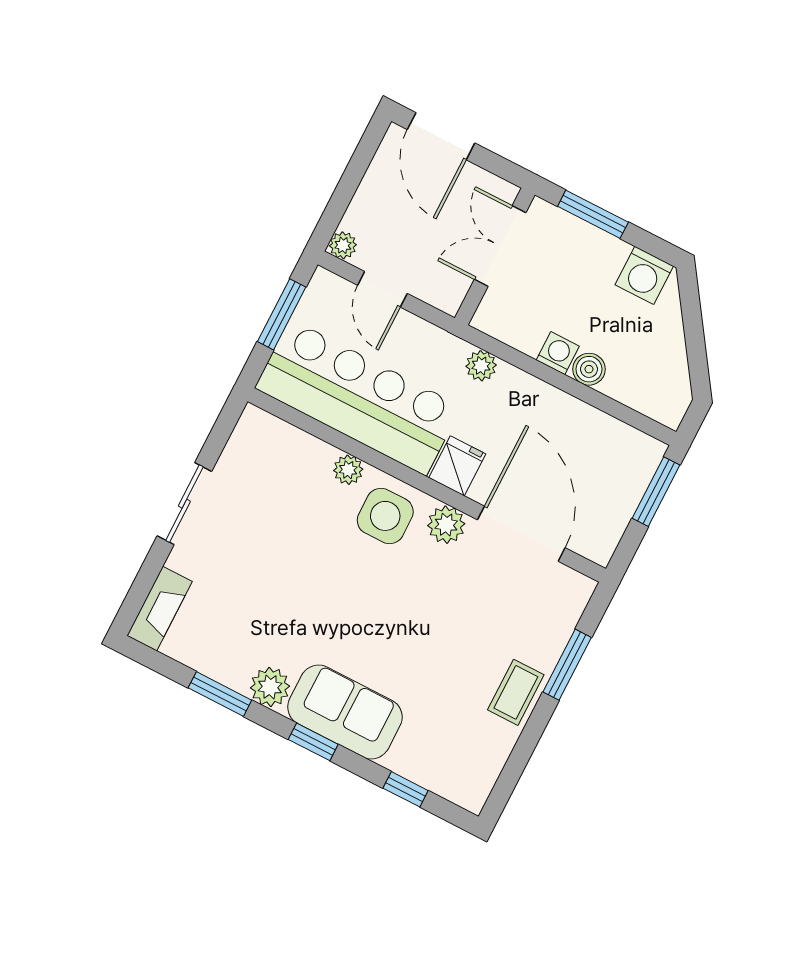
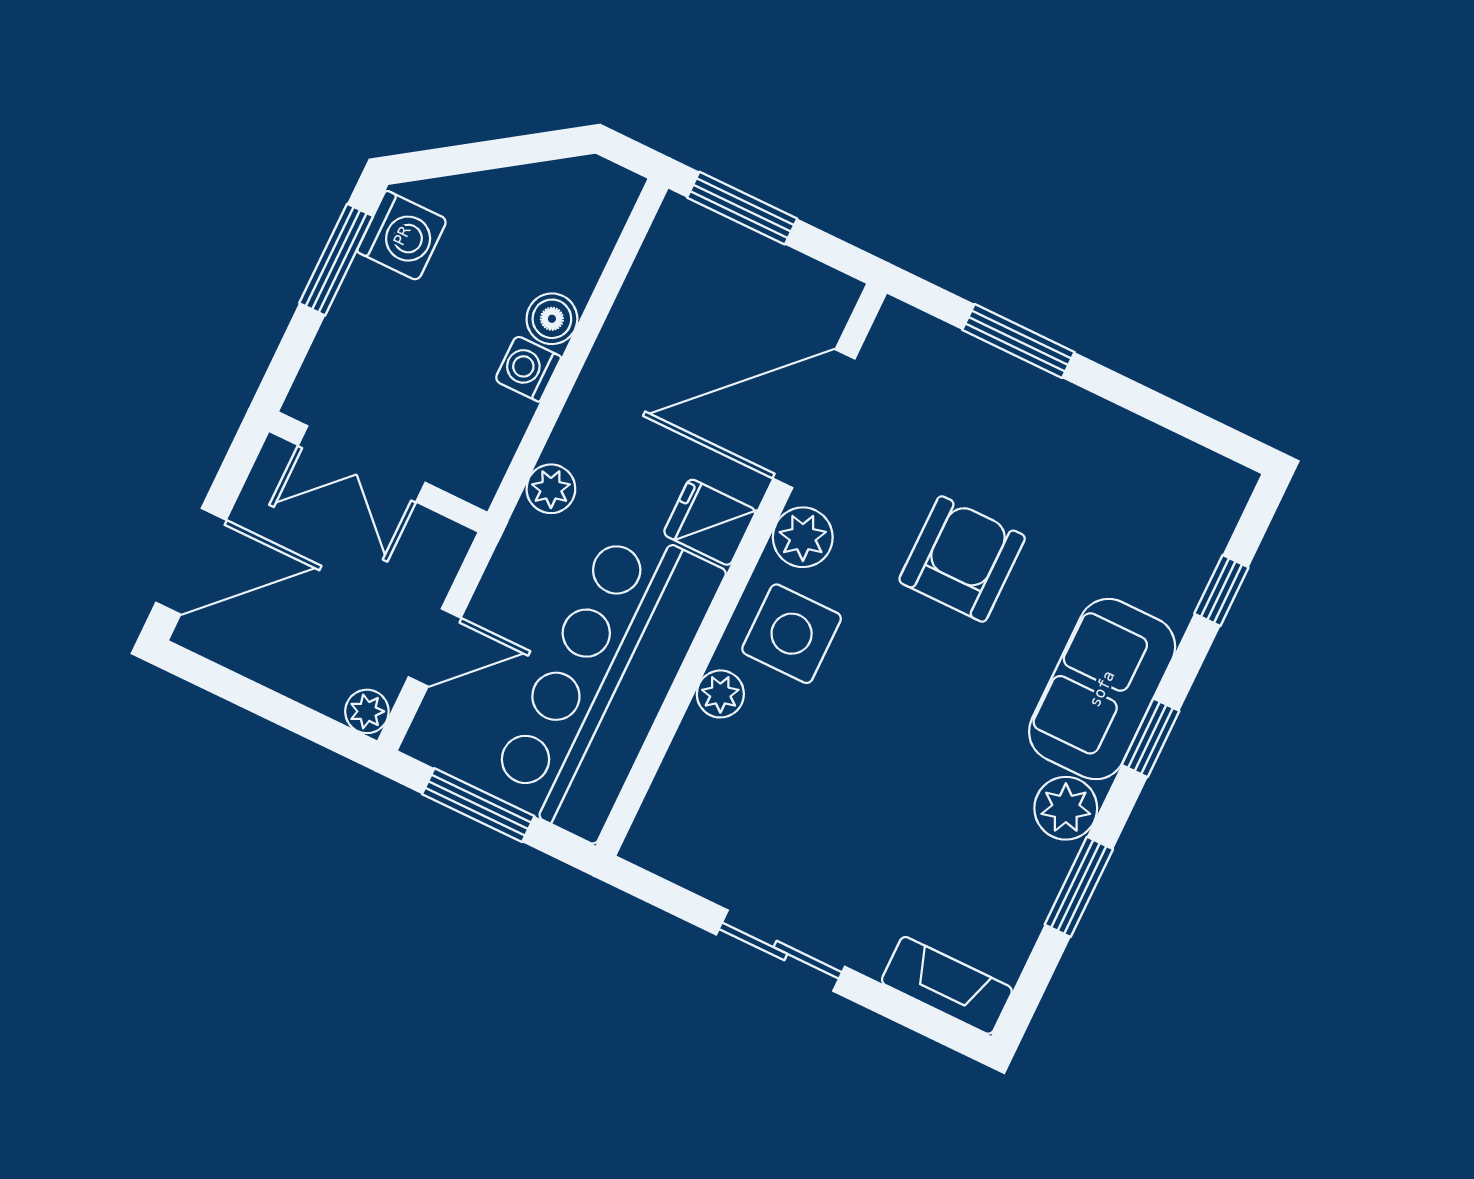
window: (593, 214) -> (336, 260), moved
armchair: (430, 625) -> (962, 559), added
coffee table: (516, 692) -> (1064, 421), removed

